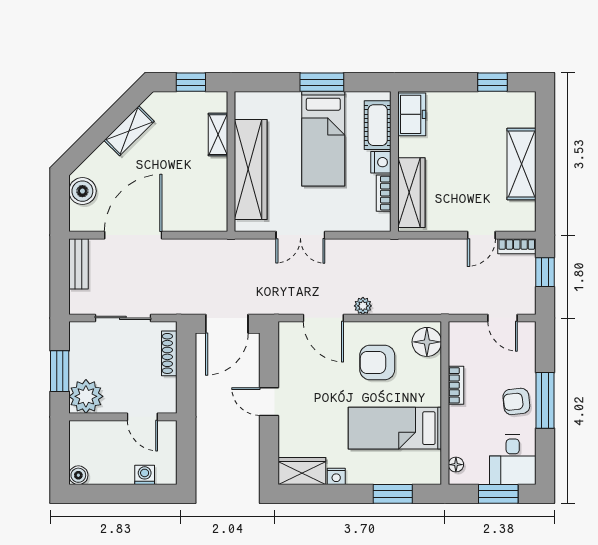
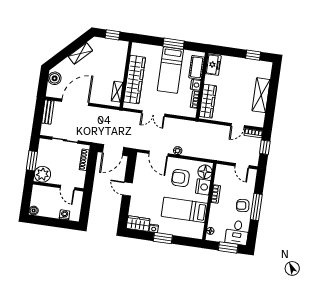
shelving: (218, 135) -> (117, 92), moved
nightstand: (427, 374) -> (203, 187), added
window: (393, 494) -> (163, 238), moved

